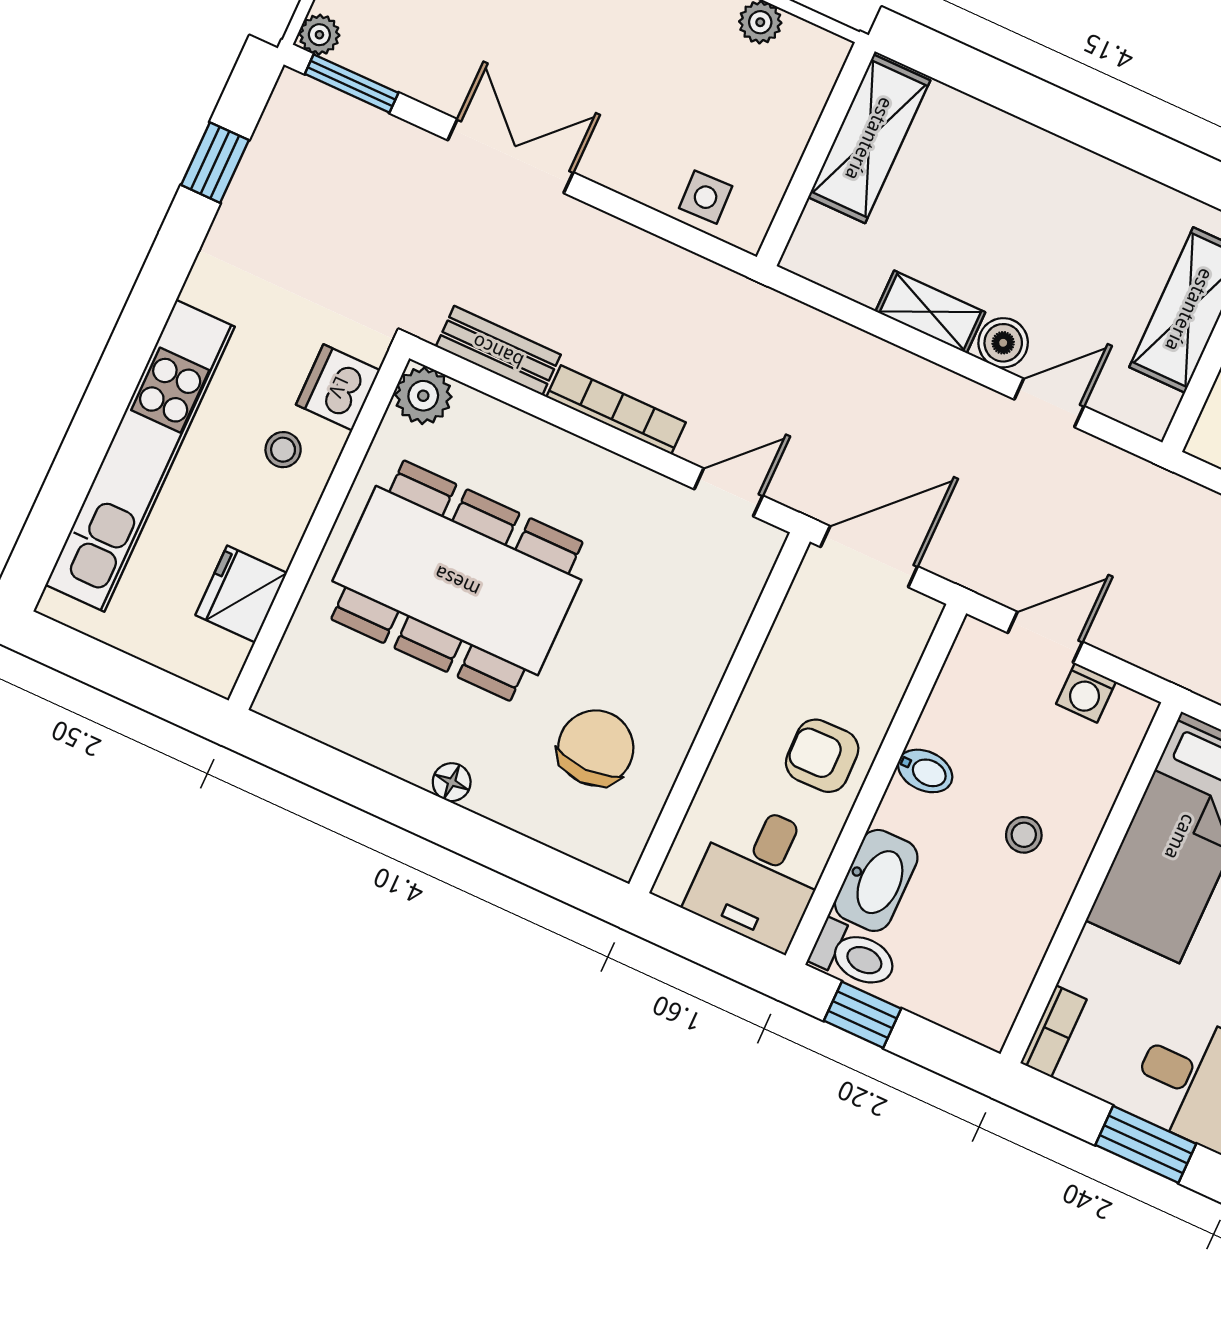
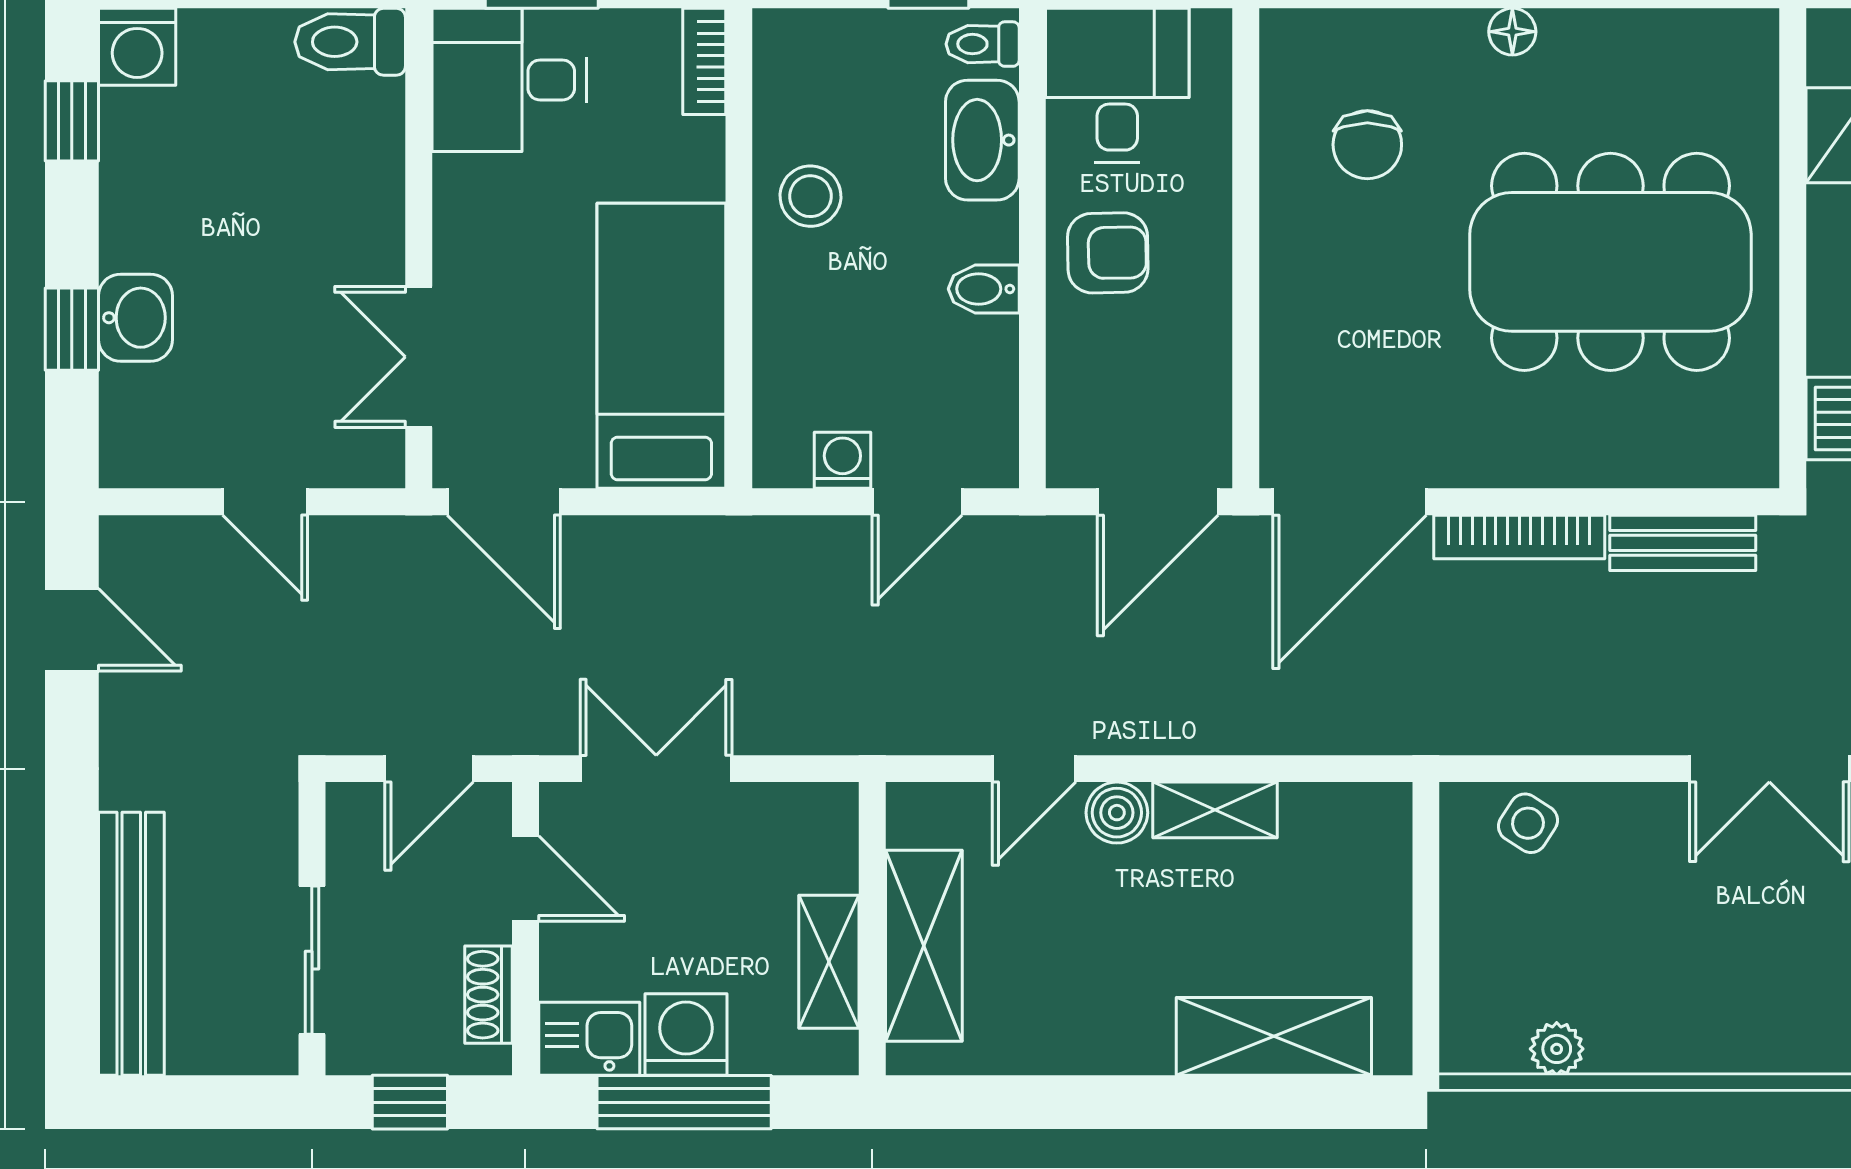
shelving: (869, 139) -> (1274, 1036), moved, turned 90
side table: (706, 197) -> (1528, 823), turned 35
plant: (423, 396) -> (1744, 453), removed
door: (728, 492) -> (1350, 502), width x1.88
chair: (596, 748) -> (1367, 145), width x0.73, depth x0.73
stool: (1024, 835) -> (810, 196), moved, width x1.37, depth x1.37
toilet: (854, 955) -> (983, 44), width x0.73, depth x0.72

